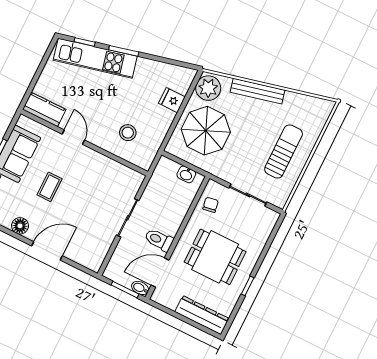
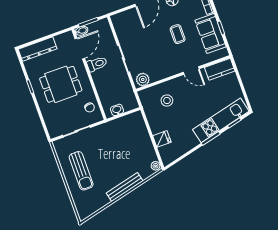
plant: (208, 88) -> (156, 166), width x0.53, depth x0.53
parasol: (206, 131) -> (130, 141), removed
plant: (130, 178) -> (143, 79), added

